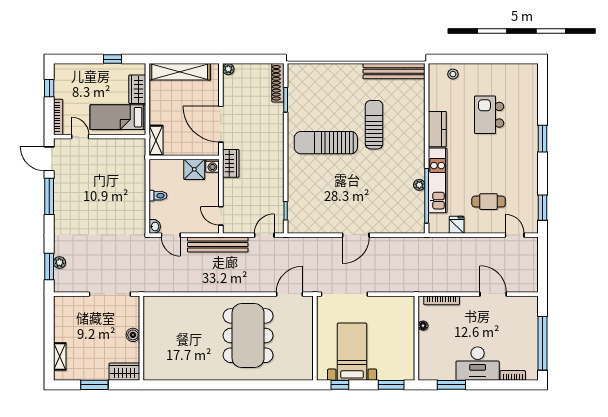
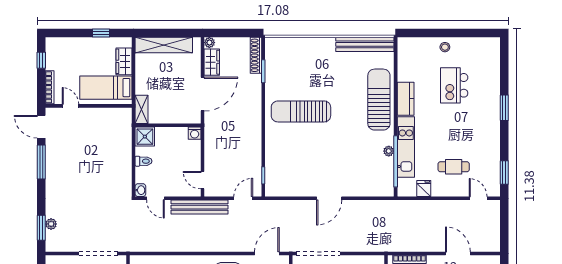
stool: (453, 74) -> (445, 47), moved
door: (221, 124) -> (202, 94), swing flipped
sun lounger: (374, 125) -> (379, 100), moved, width x1.36, depth x1.34
wardrobe: (231, 163) -> (212, 62), moved
shower: (194, 169) -> (145, 137), moved

